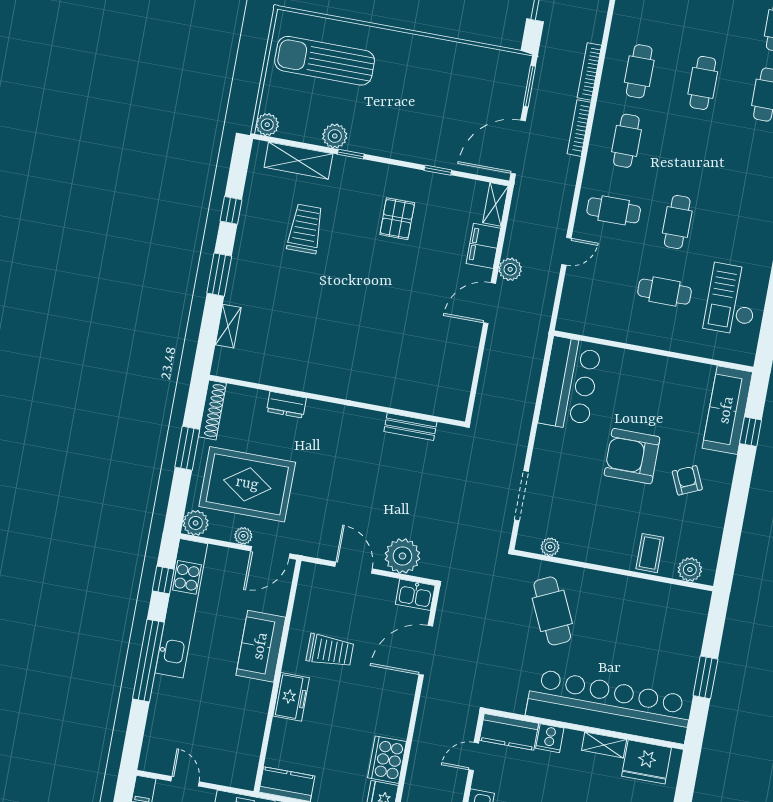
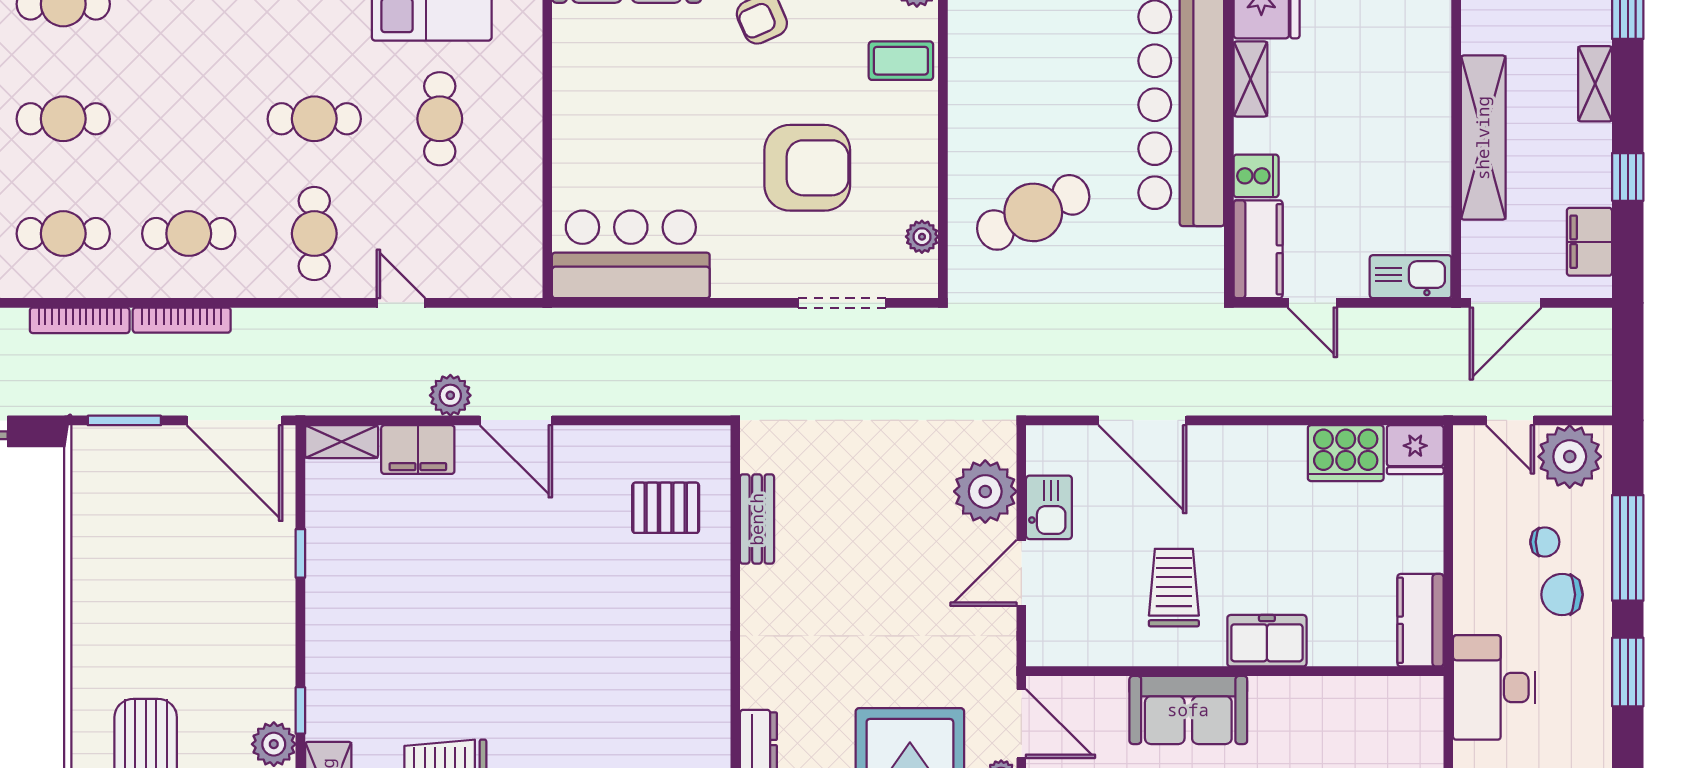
pallet: (397, 219) -> (666, 508), moved
armchair: (632, 456) -> (807, 168), moved, turned -90
kitchen sink: (415, 595) -> (1049, 507), moved

